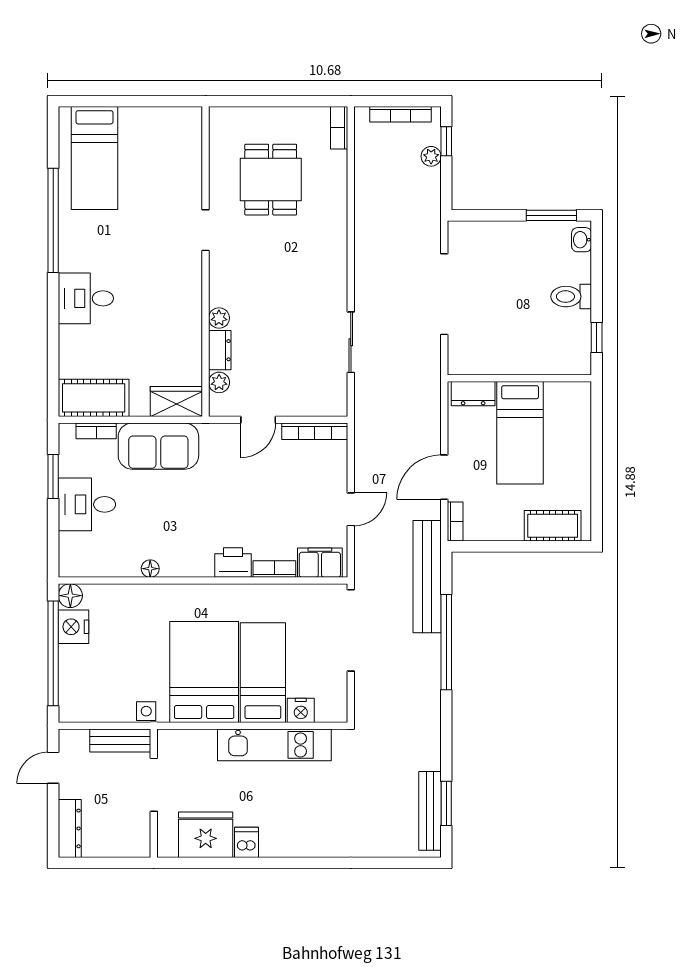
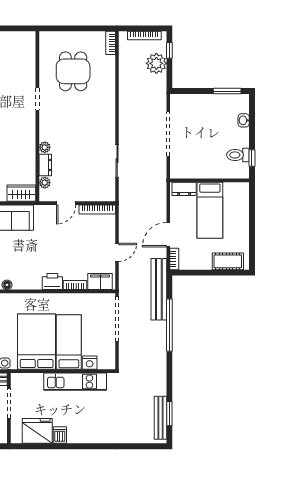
plant: (431, 156) -> (156, 63), width x1.87, depth x1.87
washbasin: (582, 240) -> (244, 120), moved
toilet: (571, 297) -> (238, 155), moved

